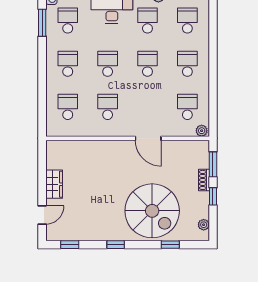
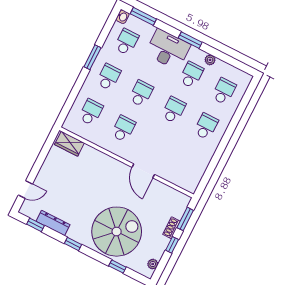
window: (42, 23) -> (92, 57), moved
school desk: (187, 107) -> (188, 162), removed
plant: (202, 131) -> (190, 187), removed
wardrobe: (54, 184) -> (69, 144), moved, turned 90
spiral stairs: (152, 211) -> (117, 232), turned -90
dresser: (86, 234) -> (53, 223), added

